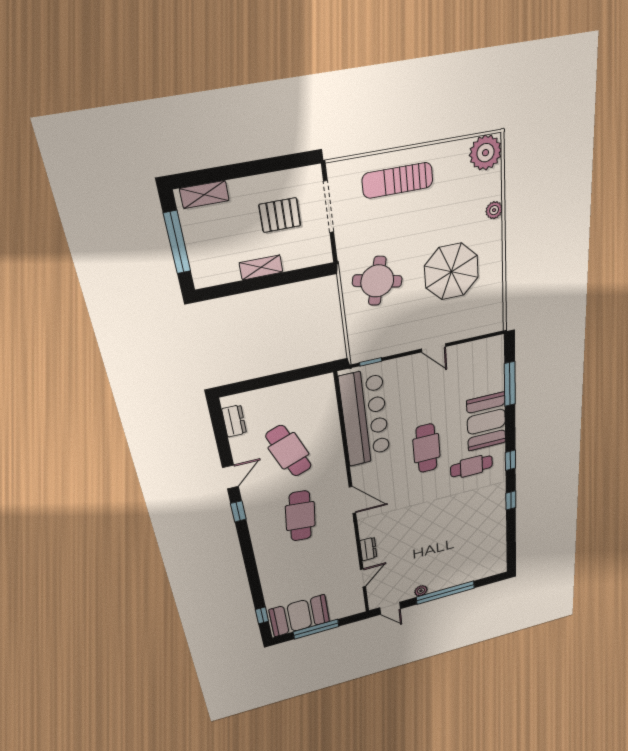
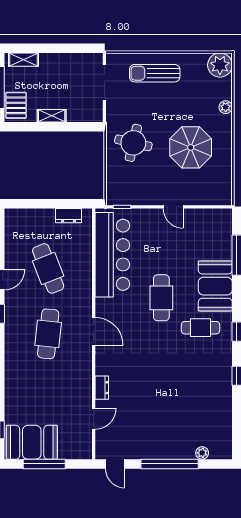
pallet: (280, 215) -> (16, 105), moved, turned 90
dresser: (234, 421) -> (69, 216), moved, turned 90
plant: (421, 591) -> (202, 453), moved

